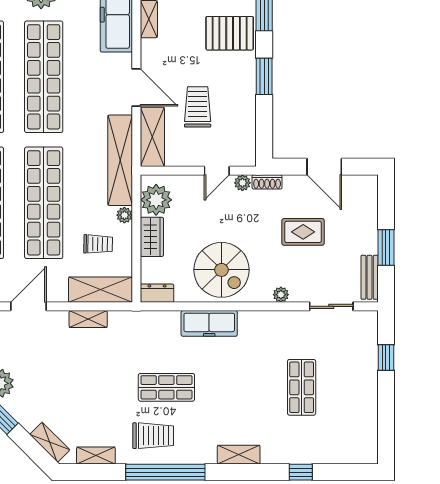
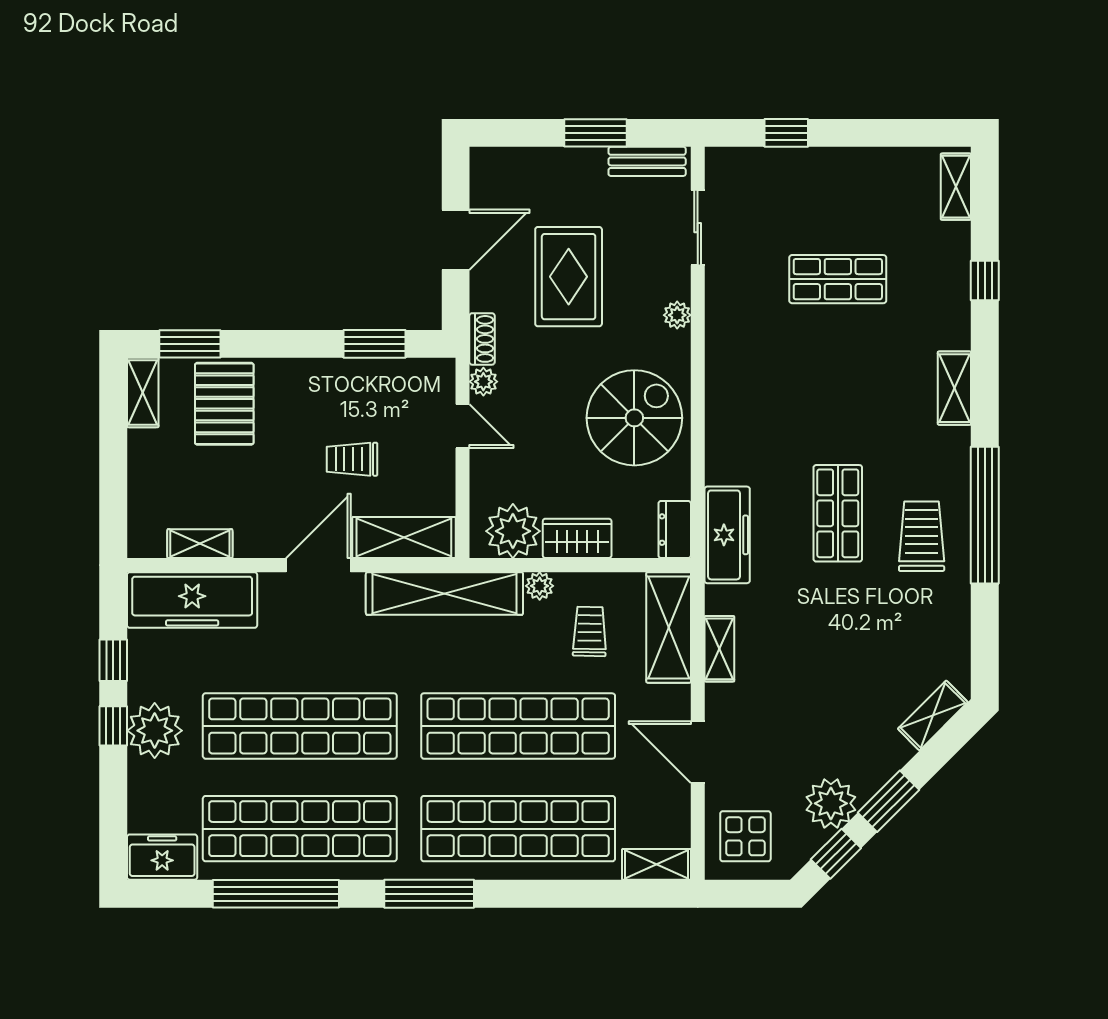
window: (264, 76) -> (375, 344), moved
trolley: (198, 107) -> (352, 459), width x0.73, depth x0.72
rug: (303, 232) -> (569, 277), width x1.36, depth x1.43
freezer: (209, 323) -> (727, 535), moved
shelving: (96, 456) -> (956, 187), moved

